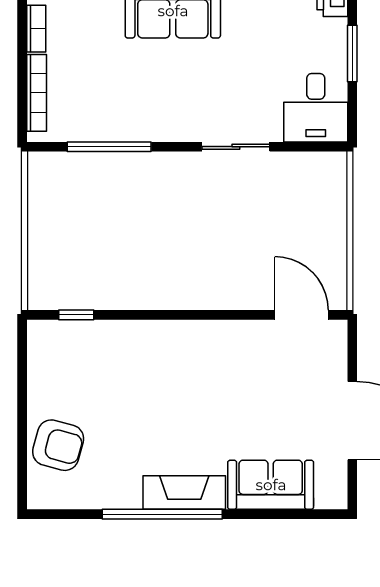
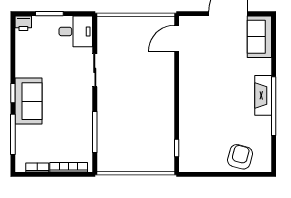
sofa: (271, 485) -> (259, 37), moved

